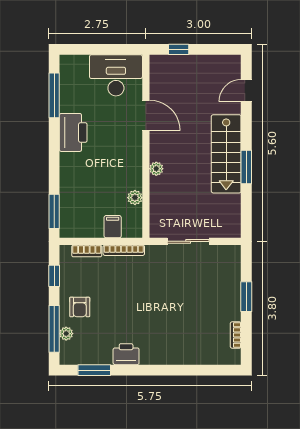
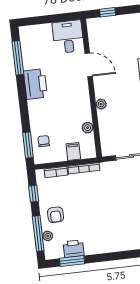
desk: (116, 75) -> (68, 37), width x0.73
chair: (75, 209) -> (44, 141), added
printer: (126, 354) -> (74, 249), moved

